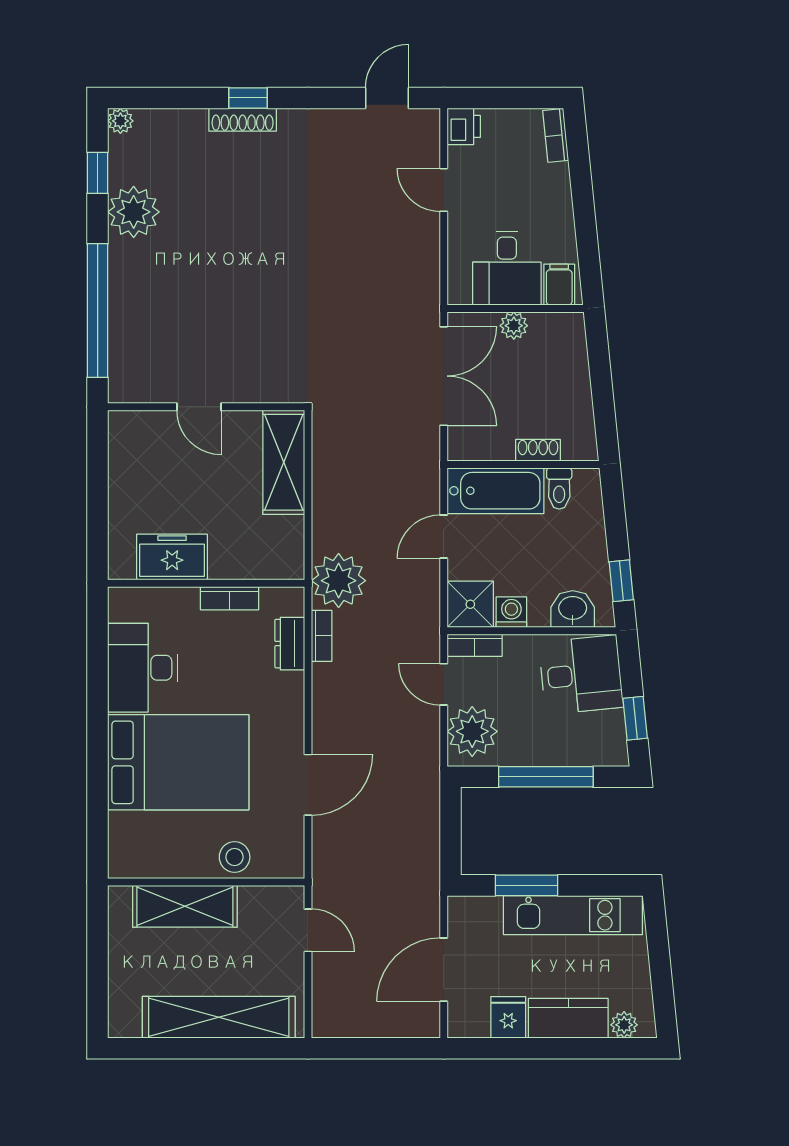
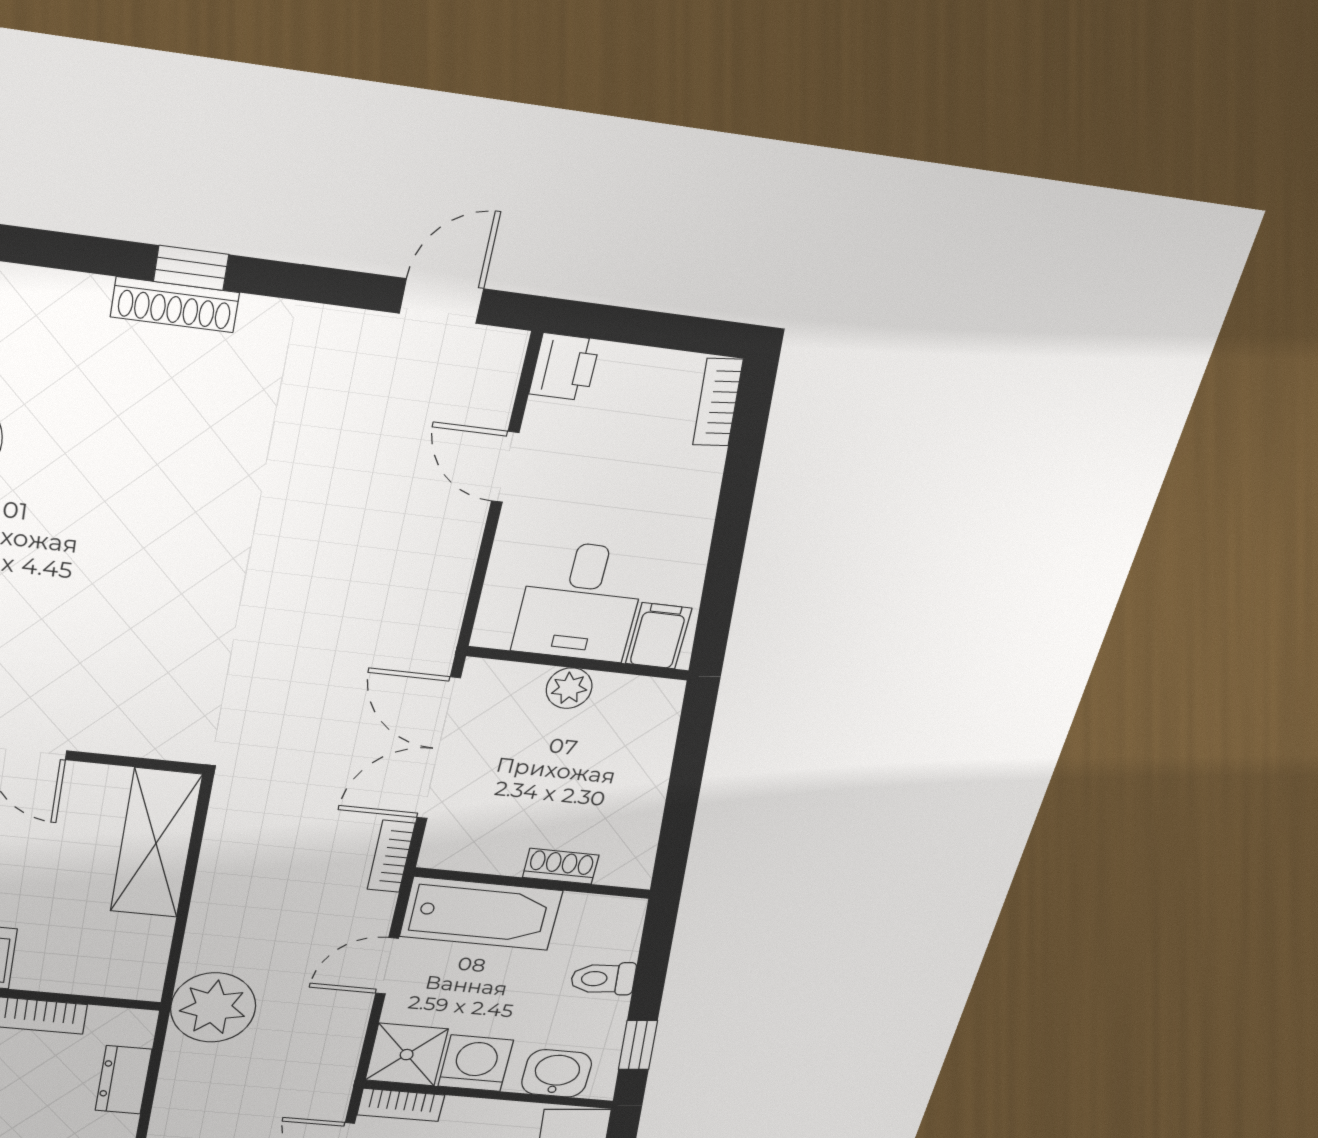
double door: (444, 376) -> (438, 749), swing flipped
toilet: (559, 489) -> (603, 979), moved, turned 84
washing machine: (511, 612) -> (476, 1063), width x1.38, depth x1.38
bookcase: (322, 636) -> (391, 856), moved, turned 180

